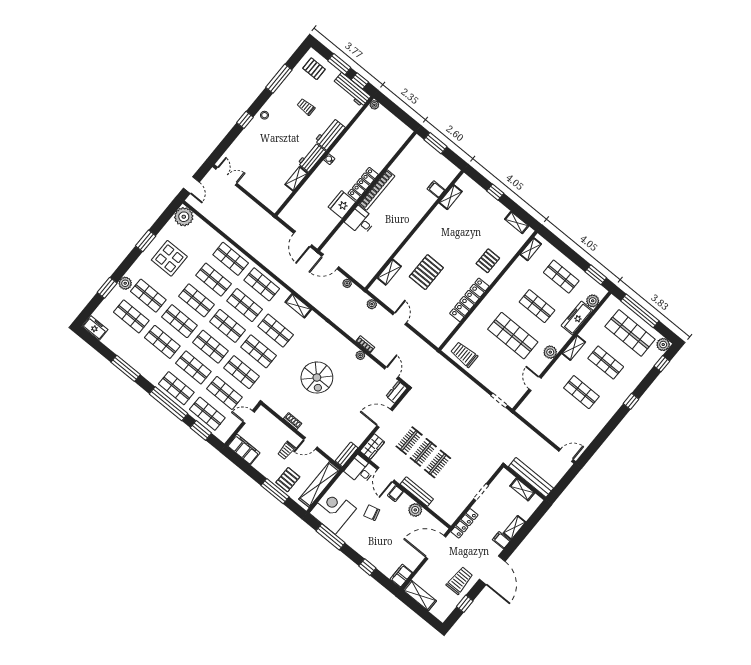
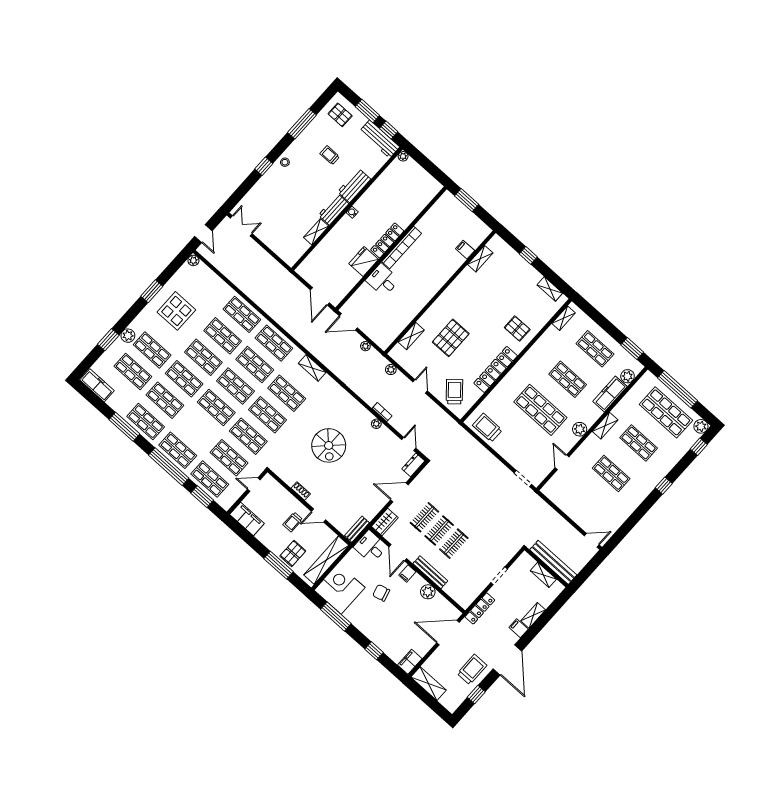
plant: (184, 217) -> (193, 260), width x0.53, depth x0.53
pallet: (488, 261) -> (517, 329), turned 90
trolley: (432, 322) -> (454, 392), added
freezer: (95, 328) -> (97, 385), width x1.40
shop shelf: (193, 367) -> (146, 422), moved

